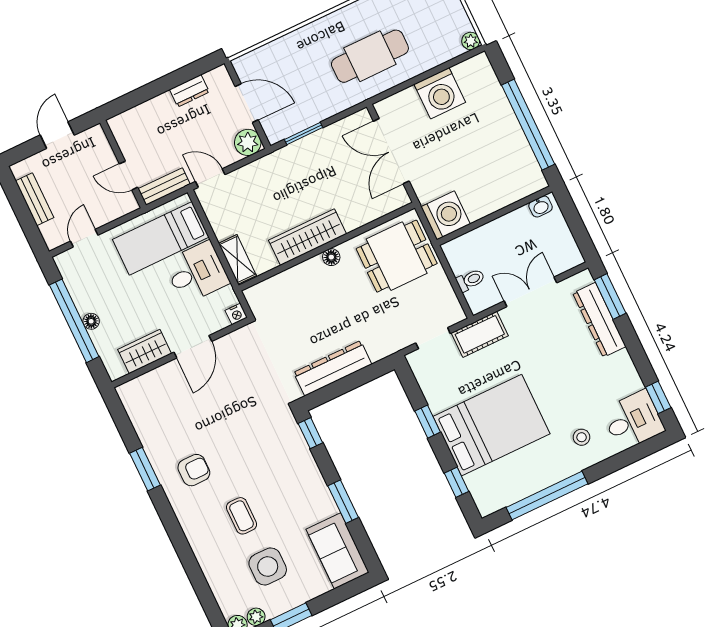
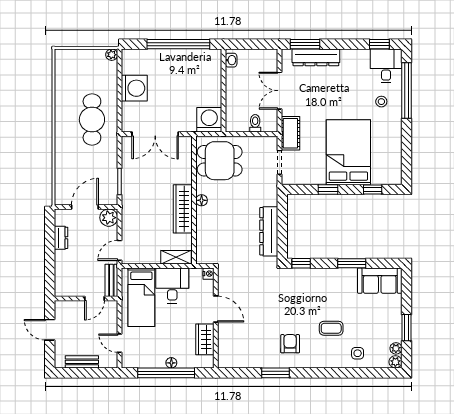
dining table: (397, 256) -> (220, 161), turned 90
window: (547, 496) -> (406, 91), moved
side table: (268, 566) -> (358, 353), moved, width x0.54, depth x0.54

